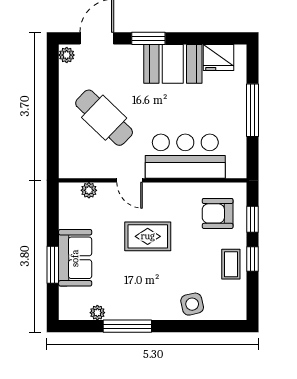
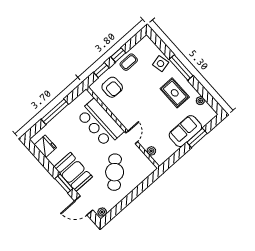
booth: (173, 64) -> (73, 172), moved
rug: (148, 236) -> (175, 93), moved
window: (127, 326) -> (181, 67), moved

